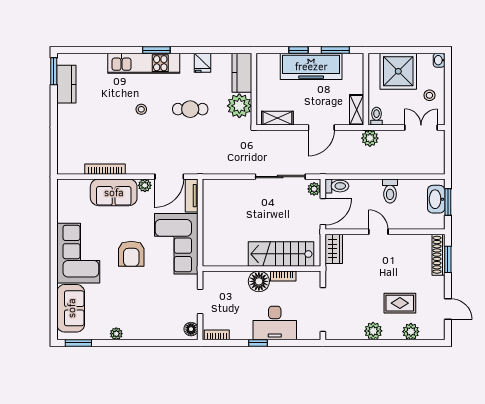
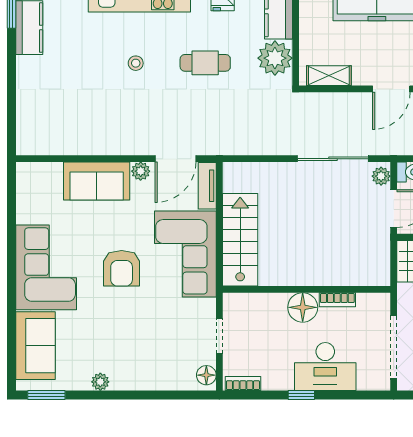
bookcase: (105, 169) -> (84, 148), removed
stairs: (281, 254) -> (240, 240), moved, turned 90

